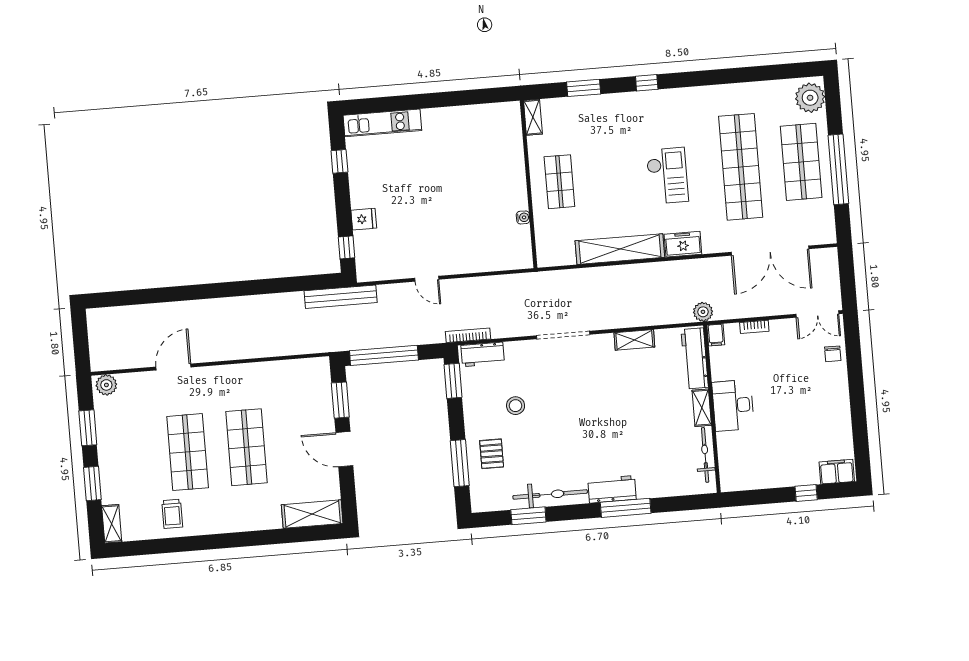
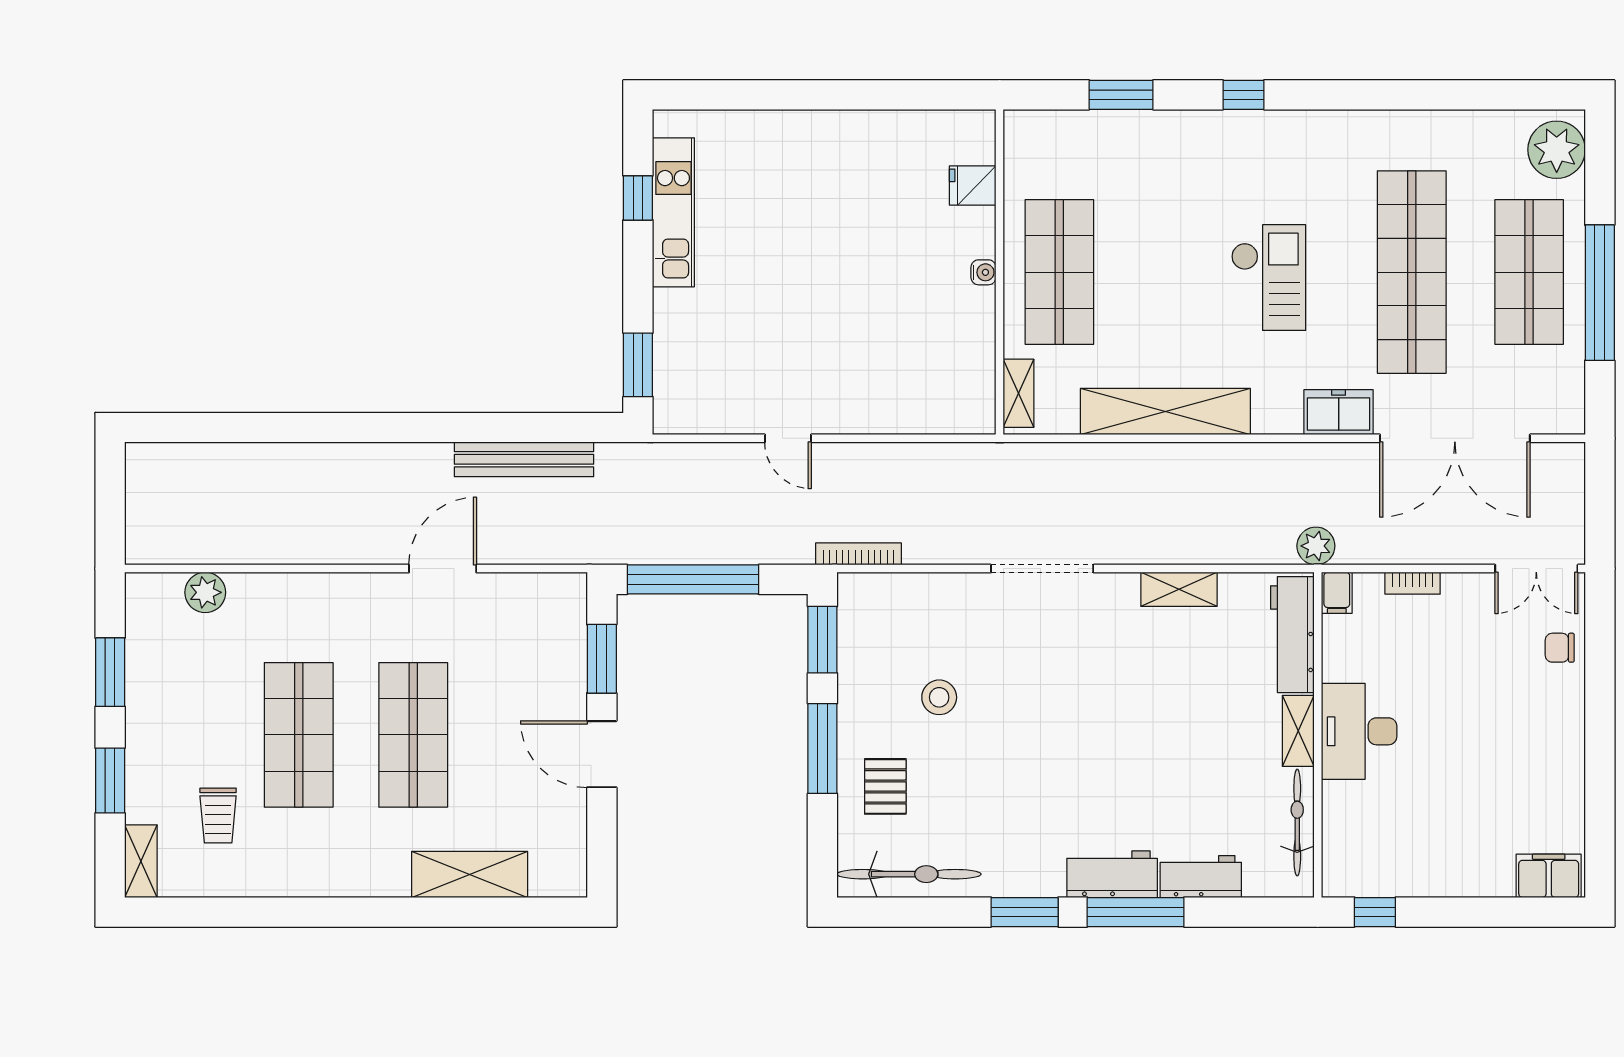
shelving: (533, 117) -> (1018, 393), moved
kitchen unit: (382, 123) -> (673, 212), moved, turned -90
shop shelf: (559, 182) -> (1059, 272), width x1.43, depth x1.36
water cooler: (523, 217) -> (983, 272), moved
fridge: (364, 219) -> (973, 185), moved, turned 180
freezer: (683, 244) -> (1339, 412), moved
window: (346, 247) -> (638, 365), width x1.50
bench: (341, 297) -> (524, 459), moved
workbench: (483, 354) -> (1201, 877), moved, turned 180
chair: (833, 354) -> (1560, 648), turned 90
door: (173, 367) -> (443, 569), moved
plant: (106, 385) -> (205, 592), moved
window: (460, 463) -> (822, 748), moved
window: (806, 493) -> (1375, 912), moved
bicycle: (550, 494) -> (909, 874), moved
trolley: (172, 514) -> (218, 816), moved
shelving: (312, 514) -> (470, 874), moved
window: (528, 516) -> (1025, 912), moved

